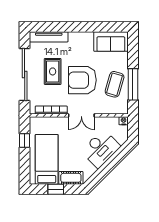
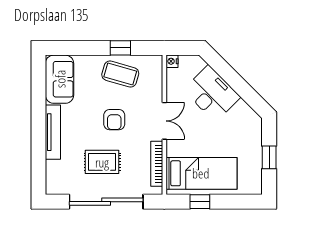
tv unit: (49, 37) -> (53, 132), moved
armchair: (82, 80) -> (114, 120), width x0.53, depth x0.53
window: (133, 84) -> (120, 48), width x0.46
bed: (47, 159) -> (201, 173), moved, turned 180
cot: (71, 178) -> (253, 136), removed

